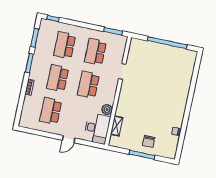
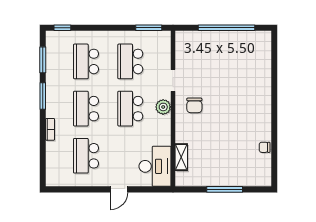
plant: (107, 110) -> (163, 107), moved
chair: (149, 141) -> (194, 105), moved

